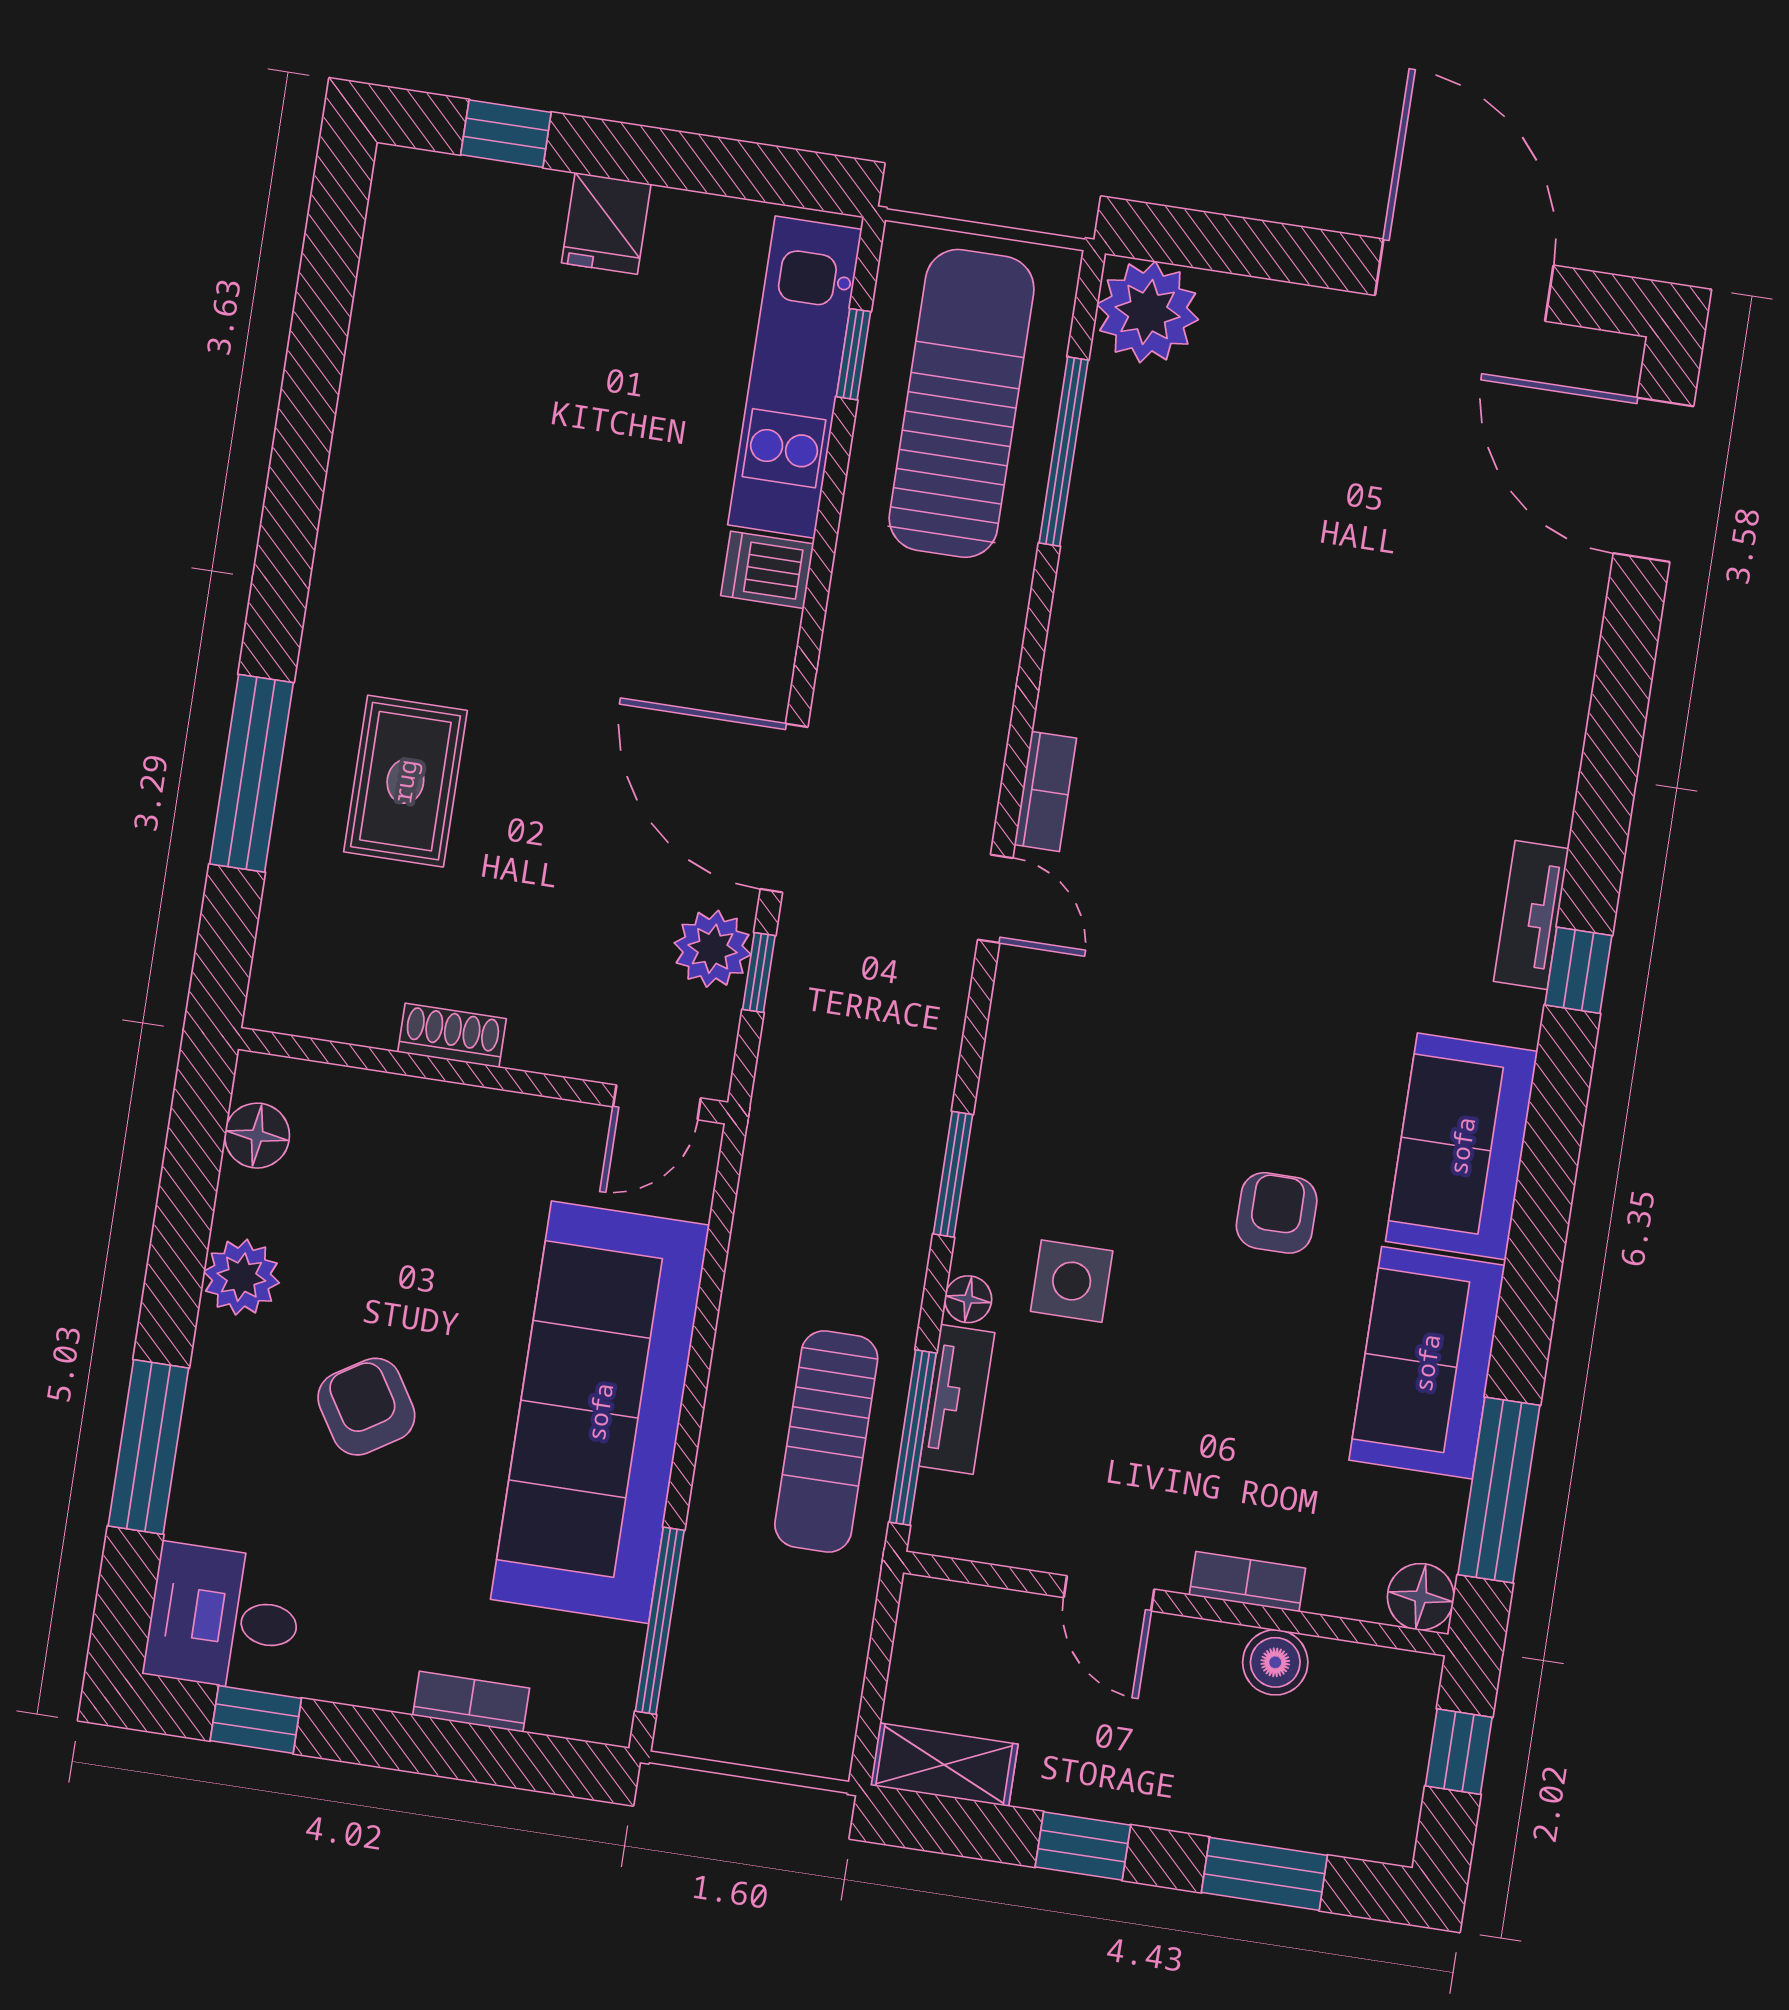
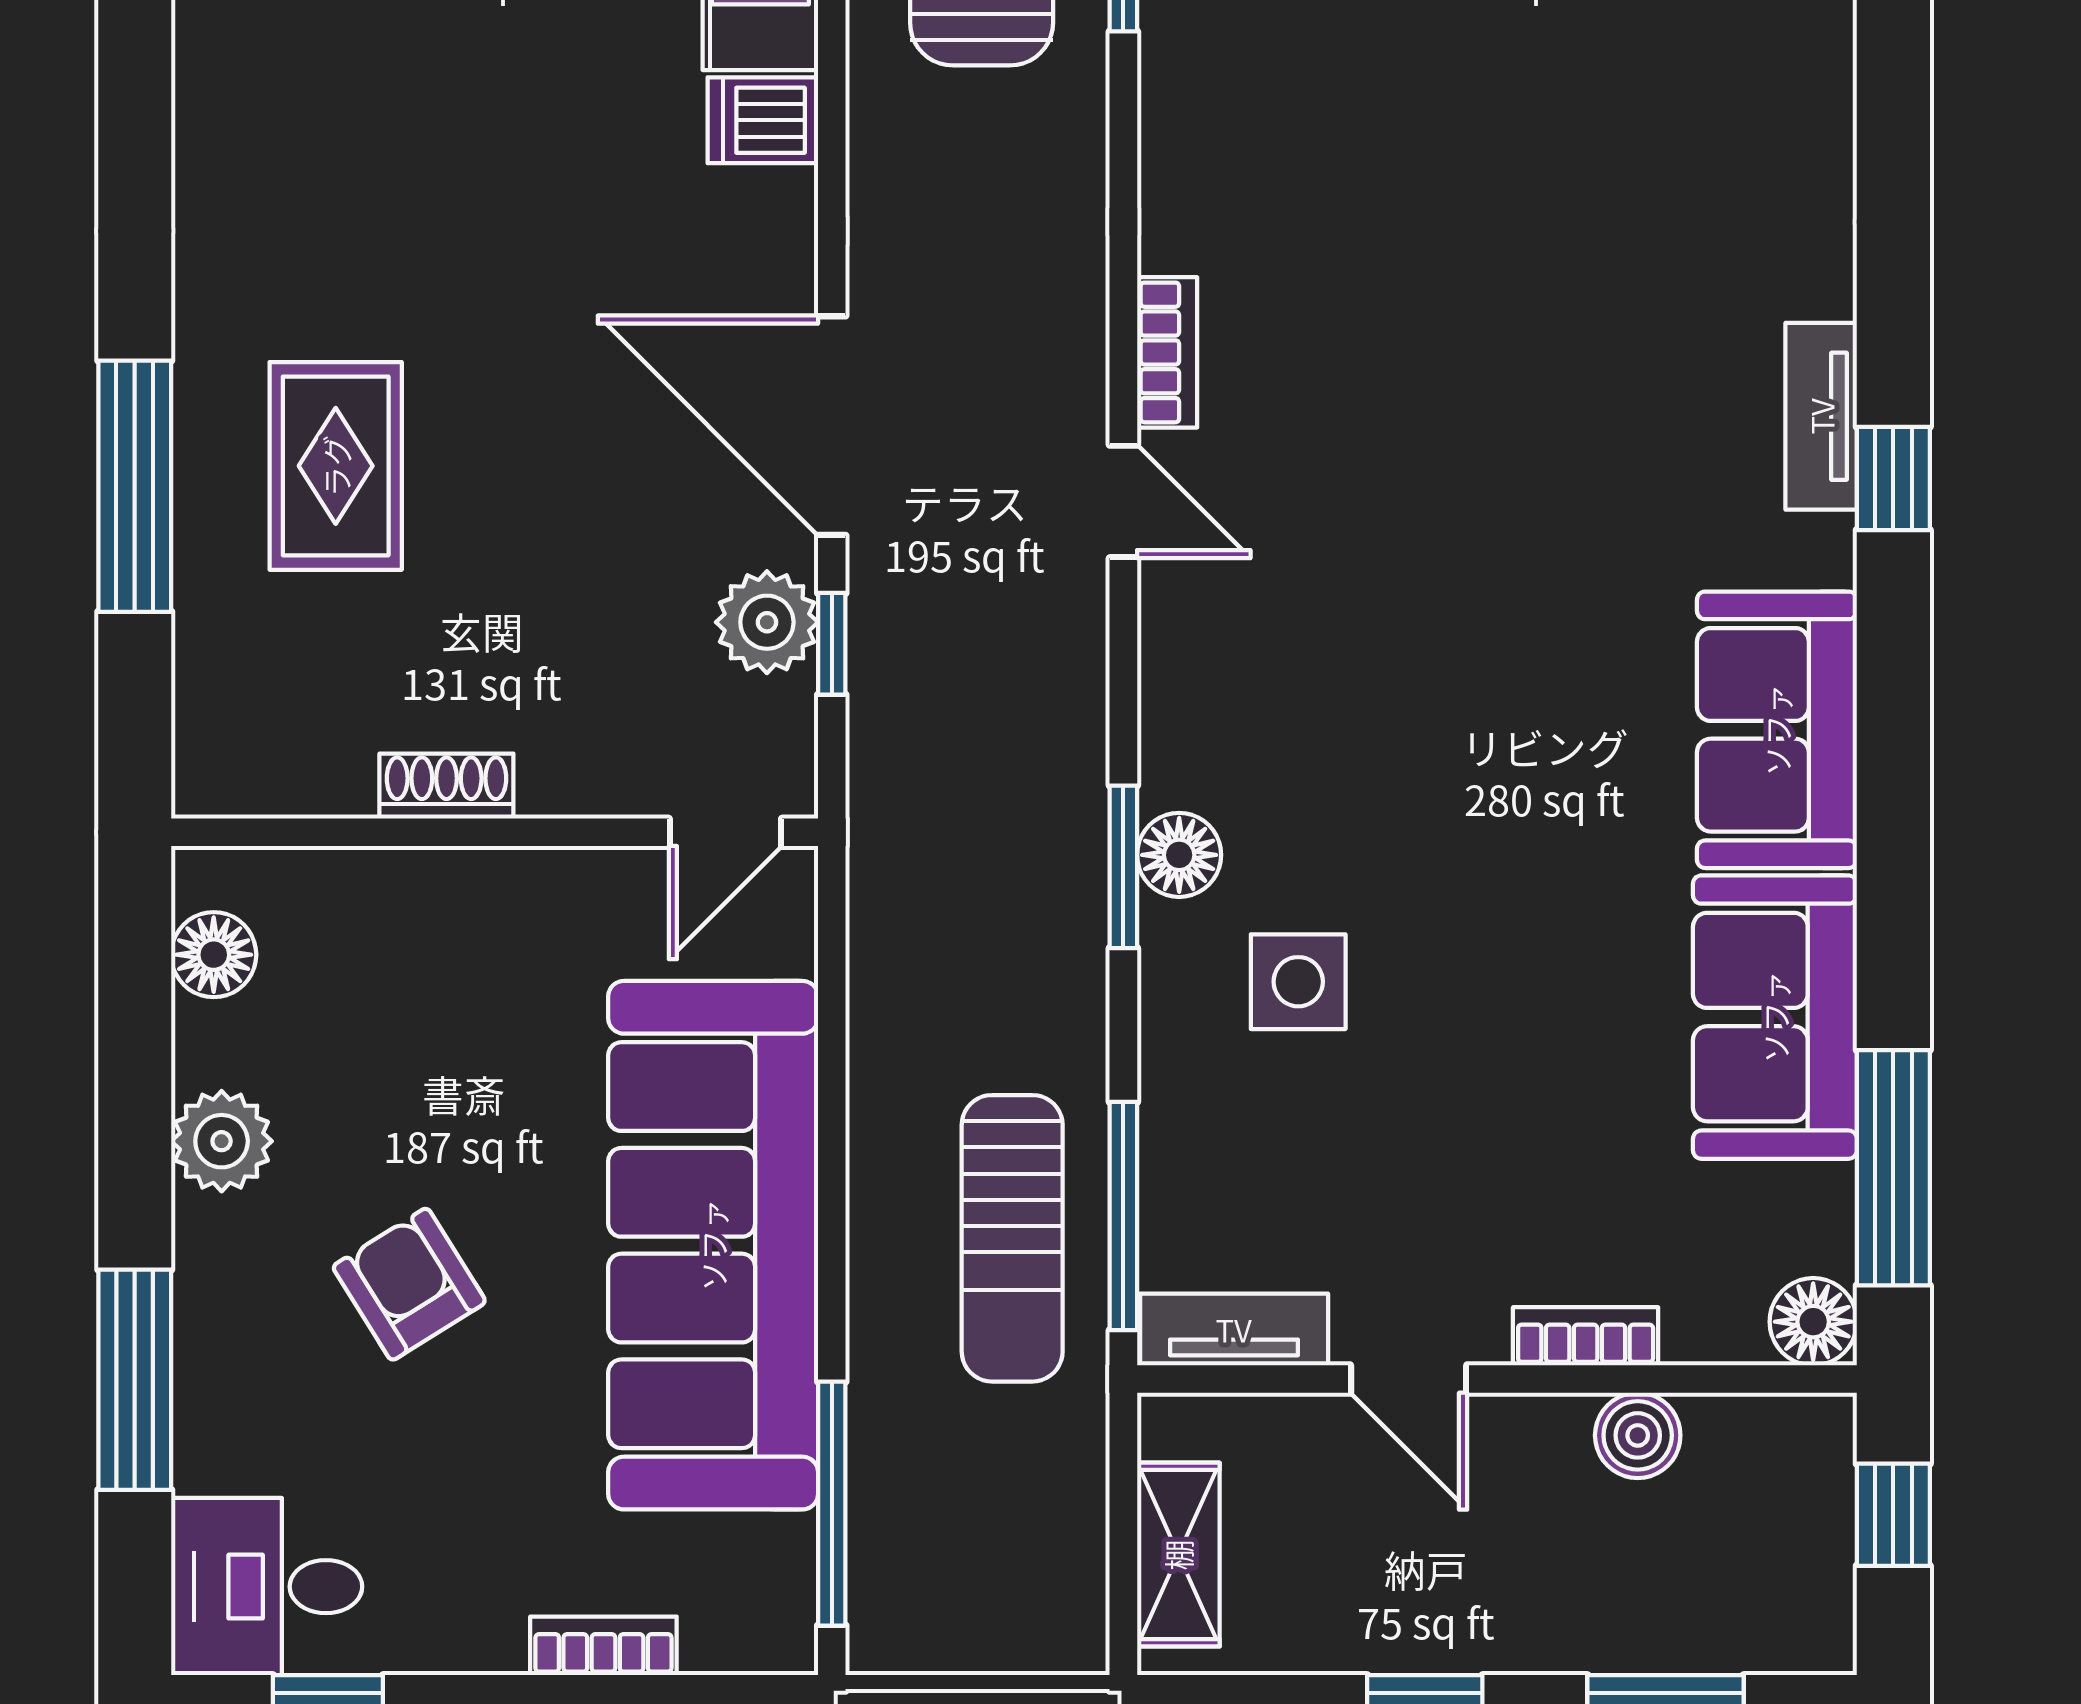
armchair: (1277, 1213) -> (1550, 853), removed
floor lamp: (968, 1299) -> (1179, 855), moved, width x1.37, depth x1.37
tv unit: (957, 1399) -> (1234, 1329), moved, turned -90
shelving: (944, 1765) -> (1178, 1555), moved, turned 90

